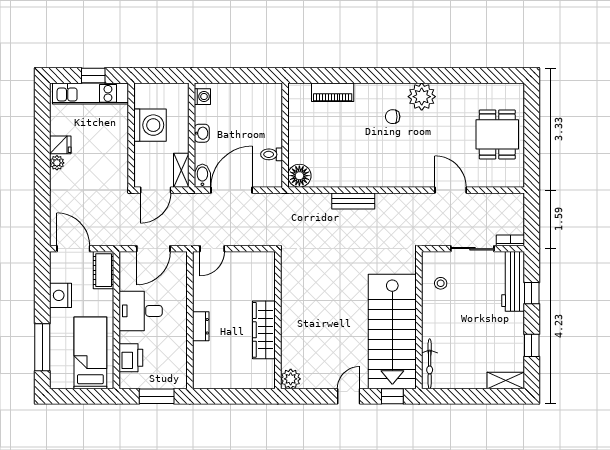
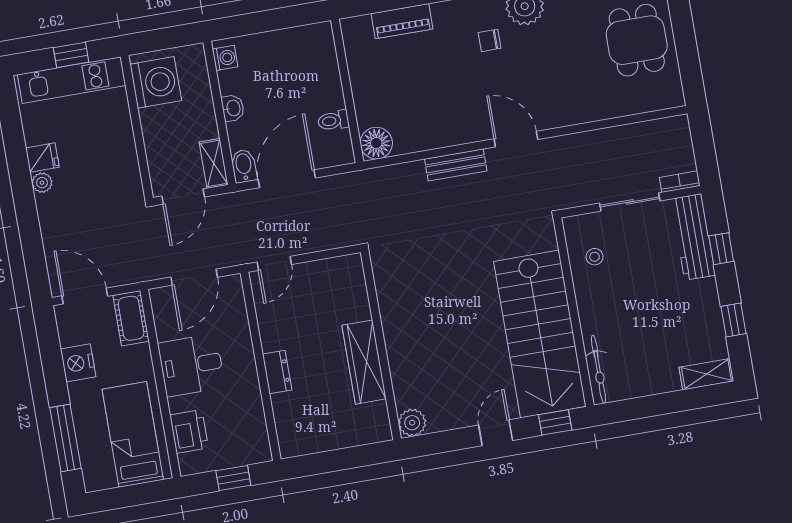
washing machine: (150, 125) -> (156, 82), moved
door: (451, 190) -> (516, 139), moved
window: (157, 396) -> (233, 478), width x0.67

